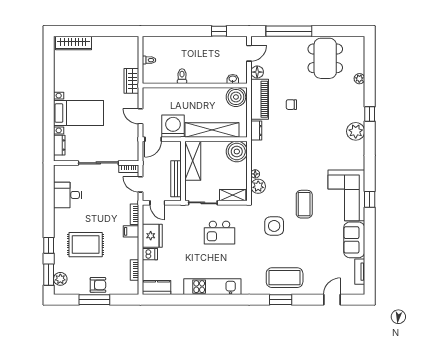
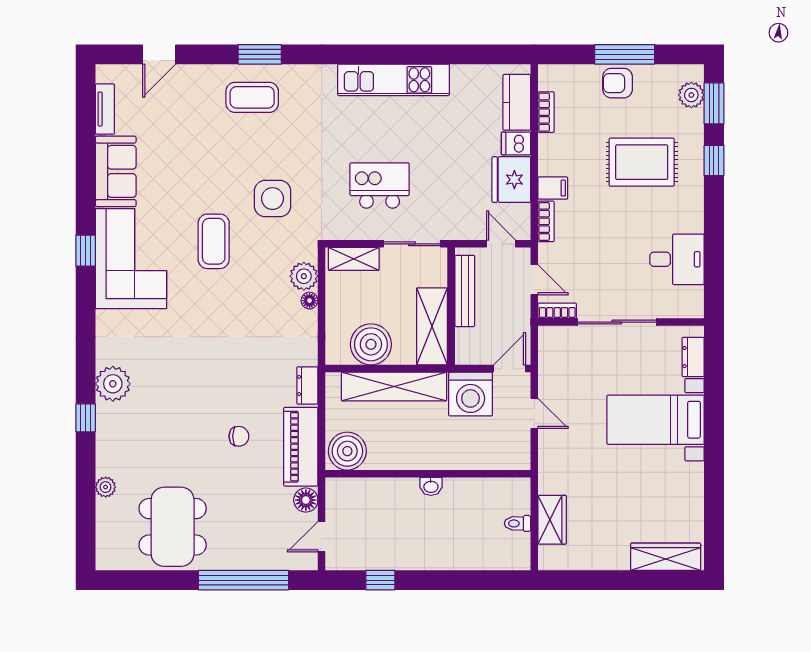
toilet: (182, 76) -> (453, 492), removed
washbasin: (233, 79) -> (431, 486), moved
wardrobe: (131, 81) -> (552, 520), moved
boiler: (237, 152) -> (371, 344), moved
coffee table: (285, 278) -> (252, 97), width x0.73, depth x0.76
kitchen counter: (157, 288) -> (517, 102), moved, turned 90

